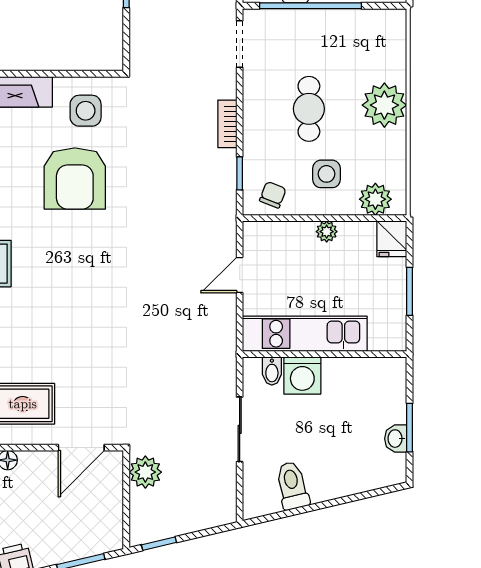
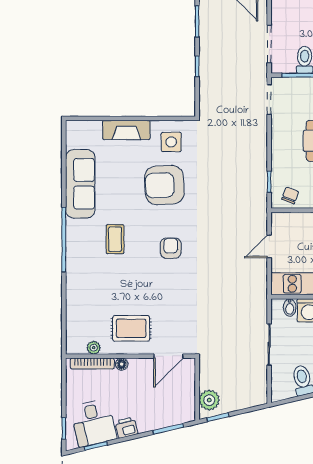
bookcase: (227, 124) -> (261, 150), removed
armchair: (75, 178) -> (164, 185), turned 87
armchair: (85, 278) -> (171, 248), added
plant: (145, 472) -> (209, 400), moved

